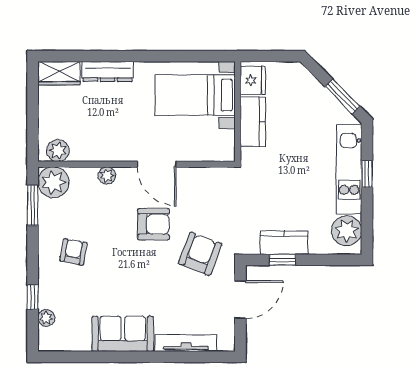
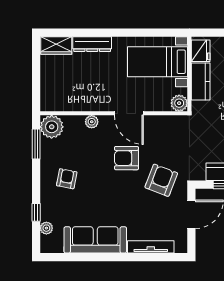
plant: (58, 151) -> (179, 103), moved
armchair: (153, 224) -> (126, 158), turned 180
sofa: (123, 334) -> (95, 240), width x1.36

